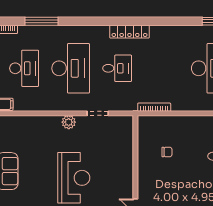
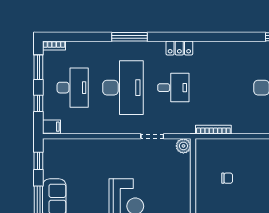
window: (42, 21) -> (130, 37), moved
locker: (129, 32) -> (179, 48), width x0.66
plant: (69, 122) -> (183, 146), moved

